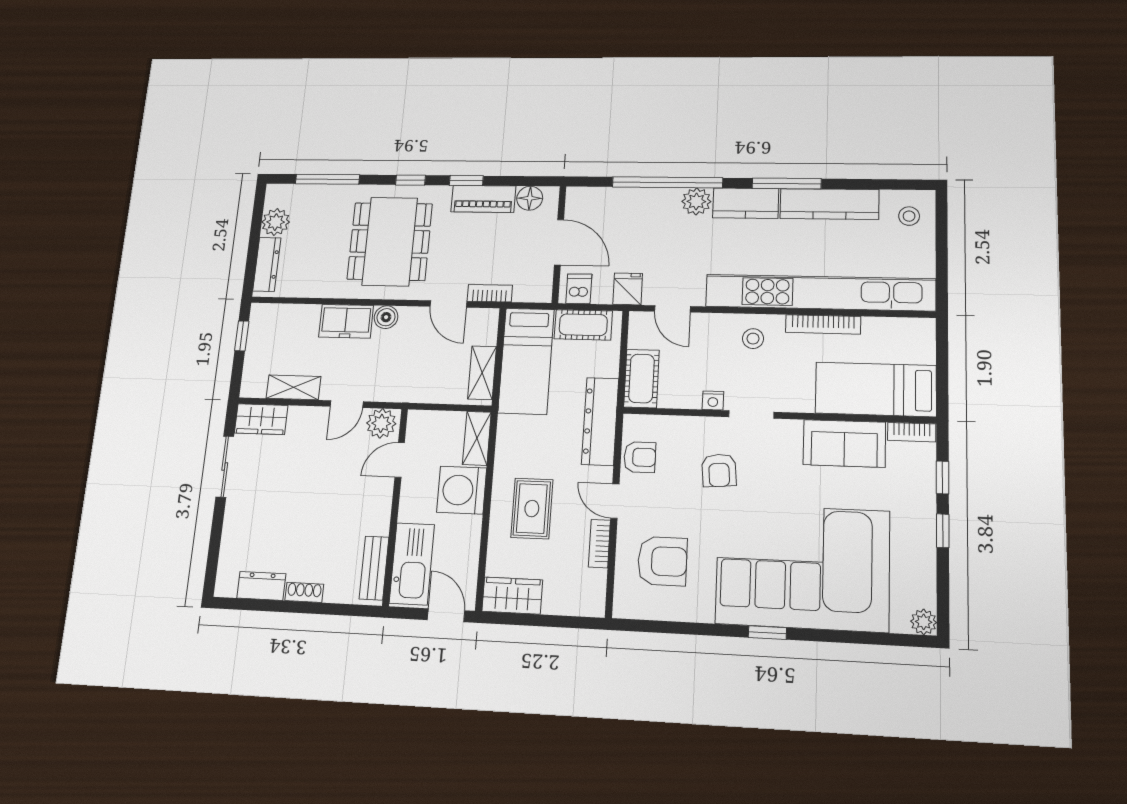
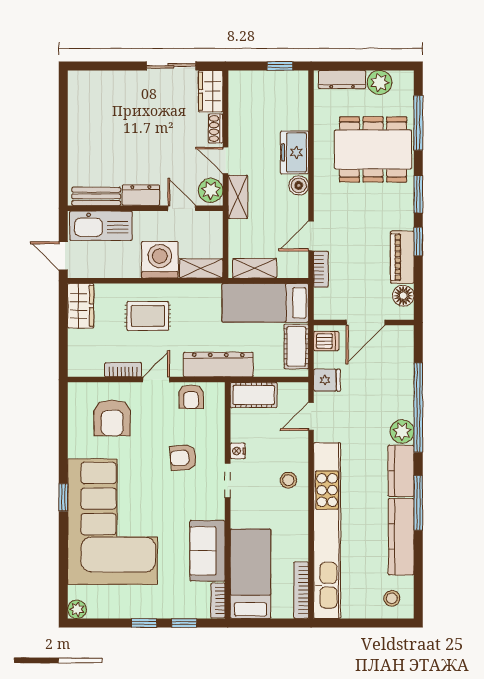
window: (410, 180) -> (418, 194), width x1.50
dining table: (390, 241) -> (373, 149), moved
bookcase: (823, 324) -> (301, 590), moved
shelving: (294, 387) -> (238, 197), moved
dresser: (261, 586) -> (141, 195), moved, turned -90
shoe rack: (304, 592) -> (216, 129), moved, turned 180
door: (446, 615) -> (63, 256), swing flipped

